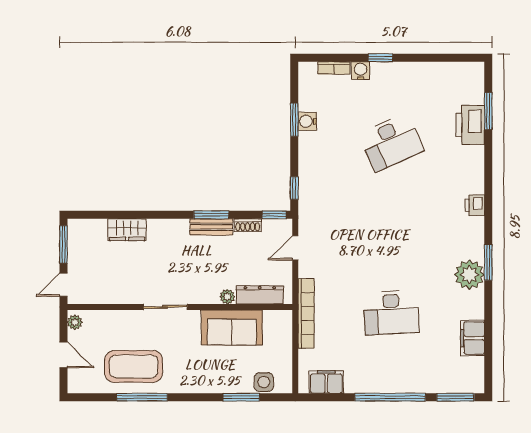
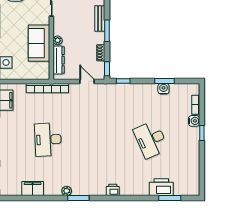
bench: (211, 227) -> (100, 18), moved
plant: (469, 275) -> (67, 191), width x0.53, depth x0.53

